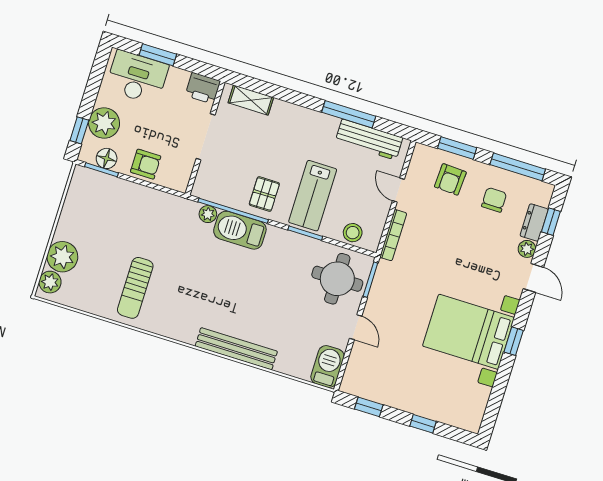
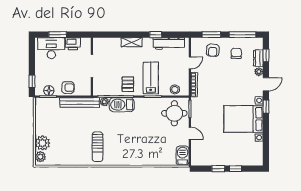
printer: (203, 88) -> (73, 44), moved
shelving: (251, 100) -> (131, 42), moved
window: (349, 114) -> (156, 35), width x0.46
plant: (104, 123) -> (42, 74), removed
door: (398, 190) -> (190, 63), swing flipped
lab bench: (313, 196) -> (151, 78), turned 180
door: (533, 278) -> (266, 84), hinge flipped
sun lounger: (135, 288) -> (98, 147), moved
window: (514, 341) -> (266, 107), moved
bench: (236, 349) -> (80, 102), moved
window: (369, 407) -> (218, 169), moved

